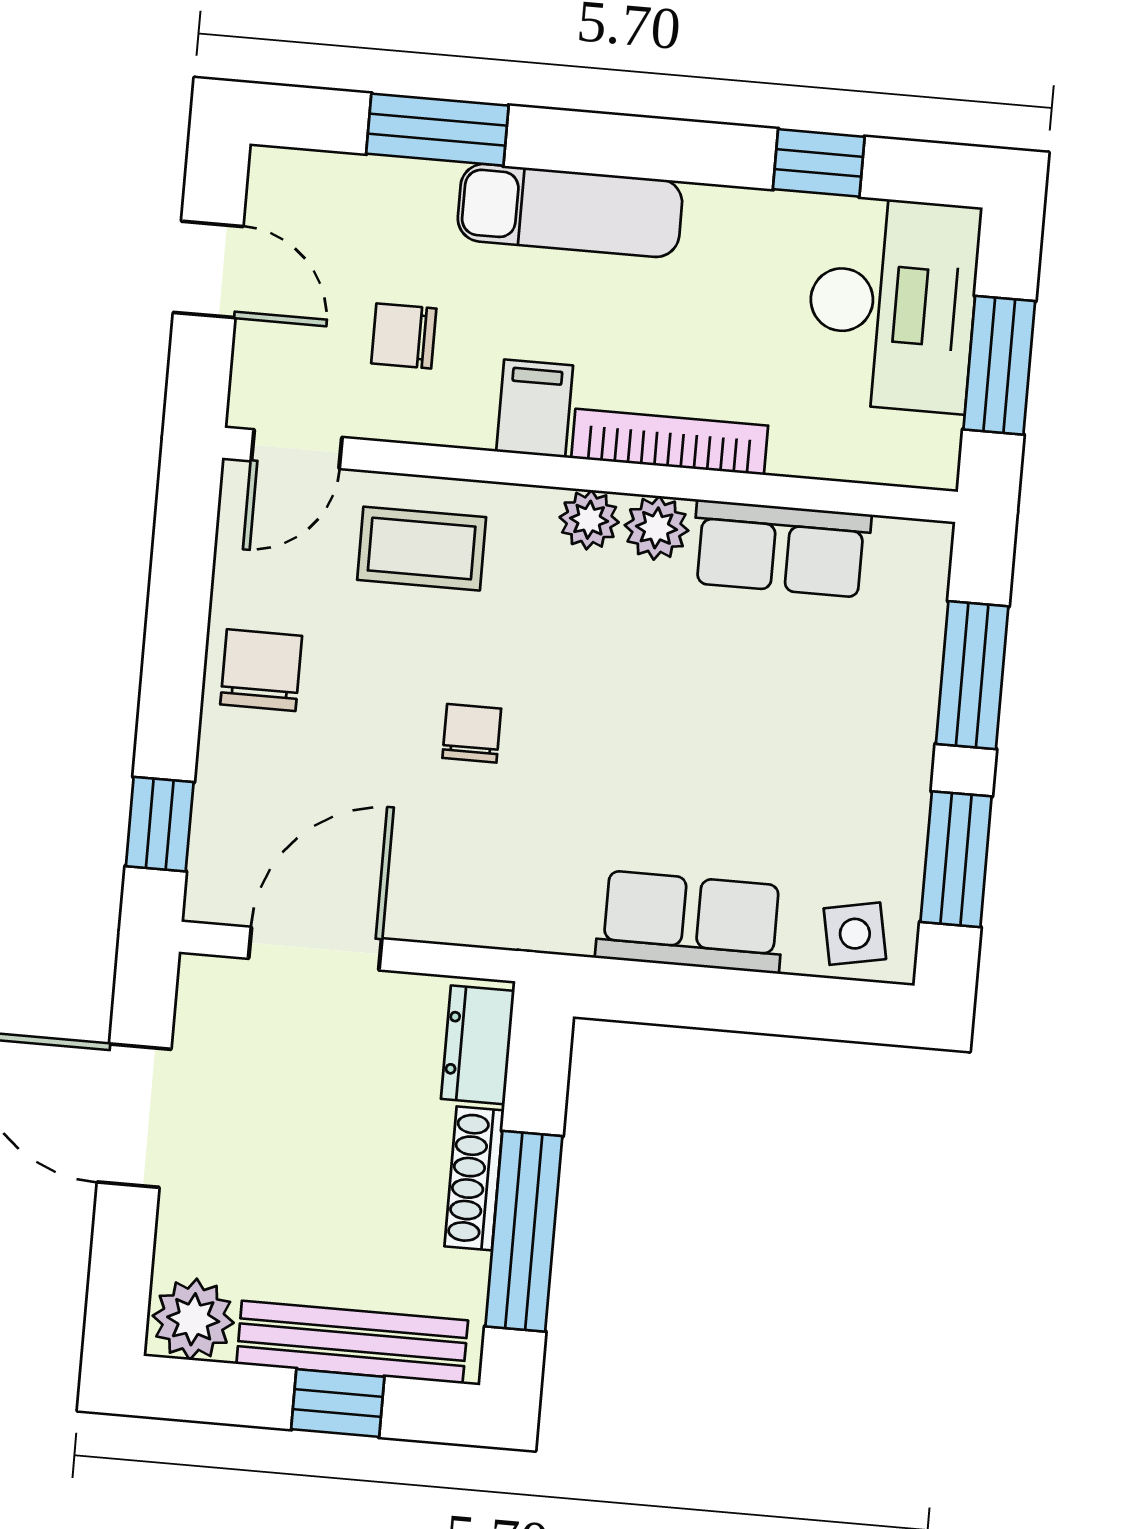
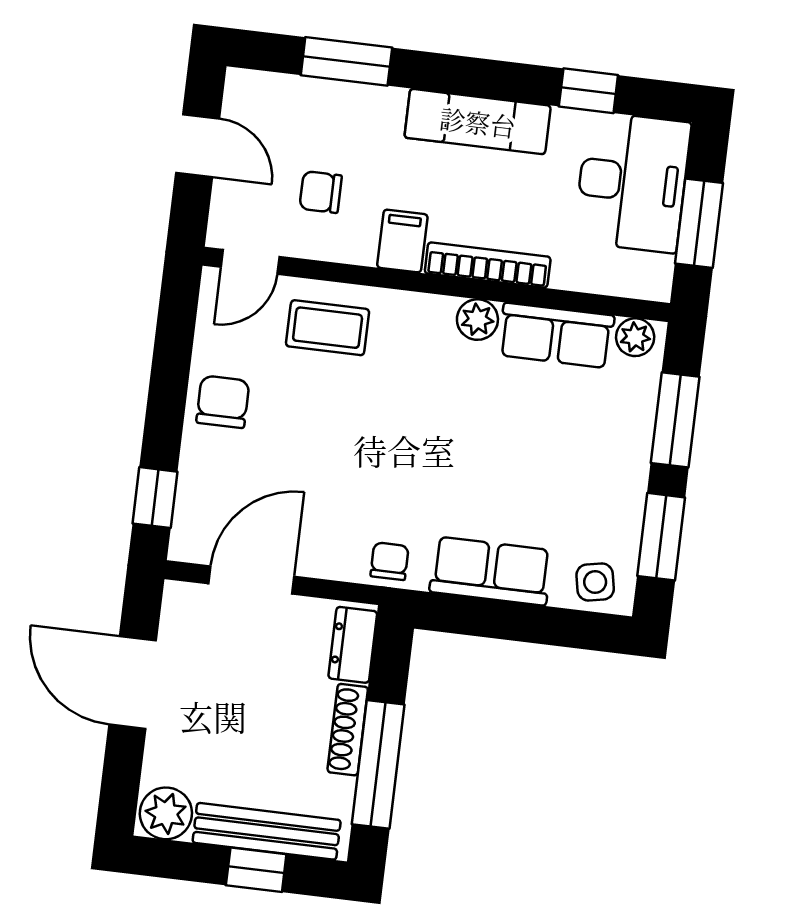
exam couch: (570, 210) -> (478, 122), moved
plant: (589, 520) -> (635, 337), moved
chair: (472, 733) -> (390, 561), moved

